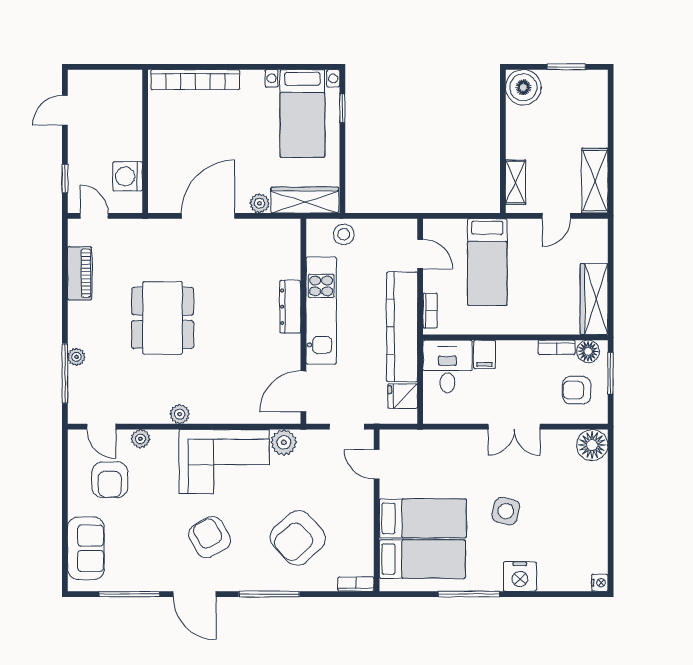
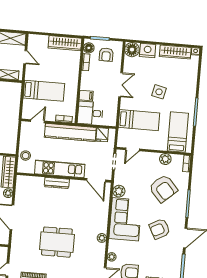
bed: (423, 518) -> (139, 120), moved, turned 90
plant: (362, 537) -> (165, 159), added
wardrobe: (595, 539) -> (175, 52), added
nightstand: (520, 577) -> (148, 51), moved, turned -90

